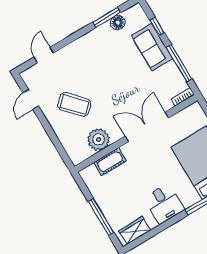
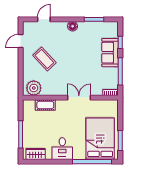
floor lamp: (118, 22) -> (73, 26), moved
double door: (147, 127) -> (79, 98), width x0.73
plant: (99, 139) -> (34, 88), moved

